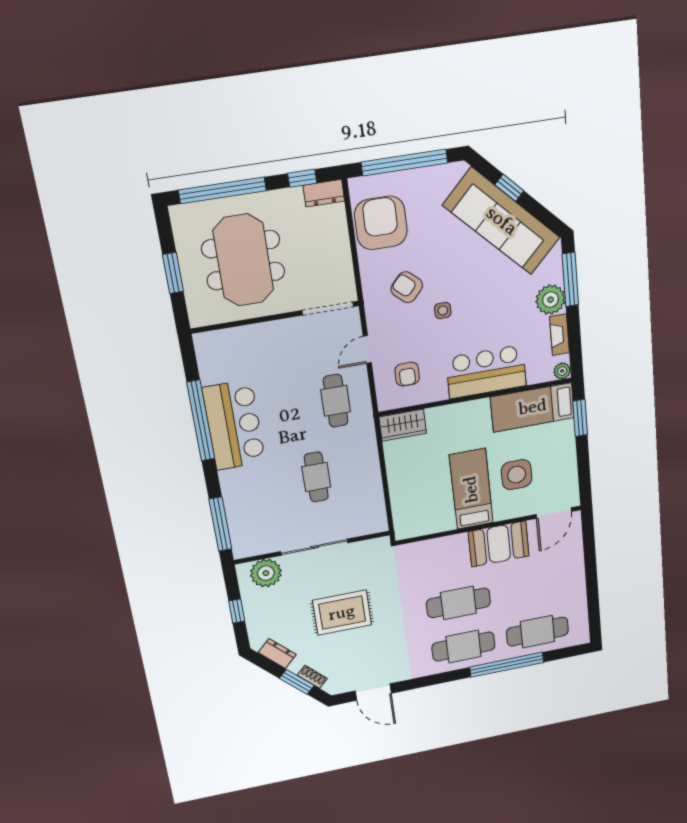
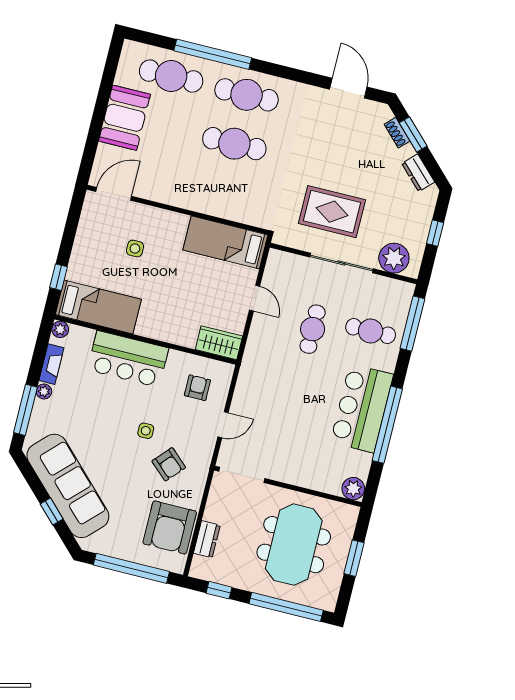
dresser: (324, 193) -> (207, 539), moved, turned 90
plant: (551, 300) -> (44, 391), width x0.53, depth x0.53
plant: (207, 344) -> (353, 489), added
cafe table: (336, 401) -> (371, 331), moved, turned 90
window: (580, 418) -> (58, 277), width x0.67
side table: (517, 475) -> (135, 249), width x0.54, depth x0.54
door: (385, 480) -> (255, 298), added
bed: (471, 489) -> (225, 242), moved, turned 90
booth: (499, 544) -> (125, 118), moved, turned 90
rug: (342, 613) -> (332, 212), moved

